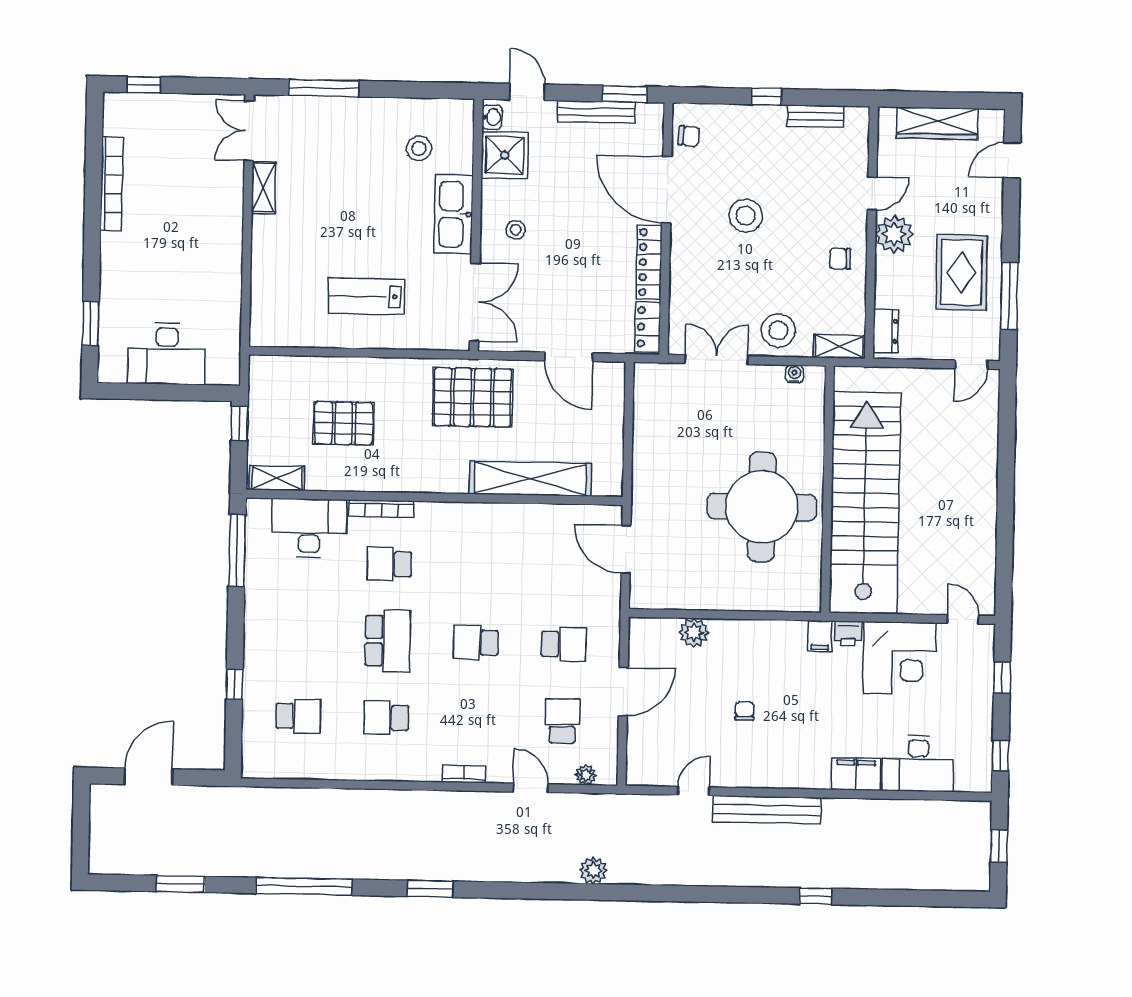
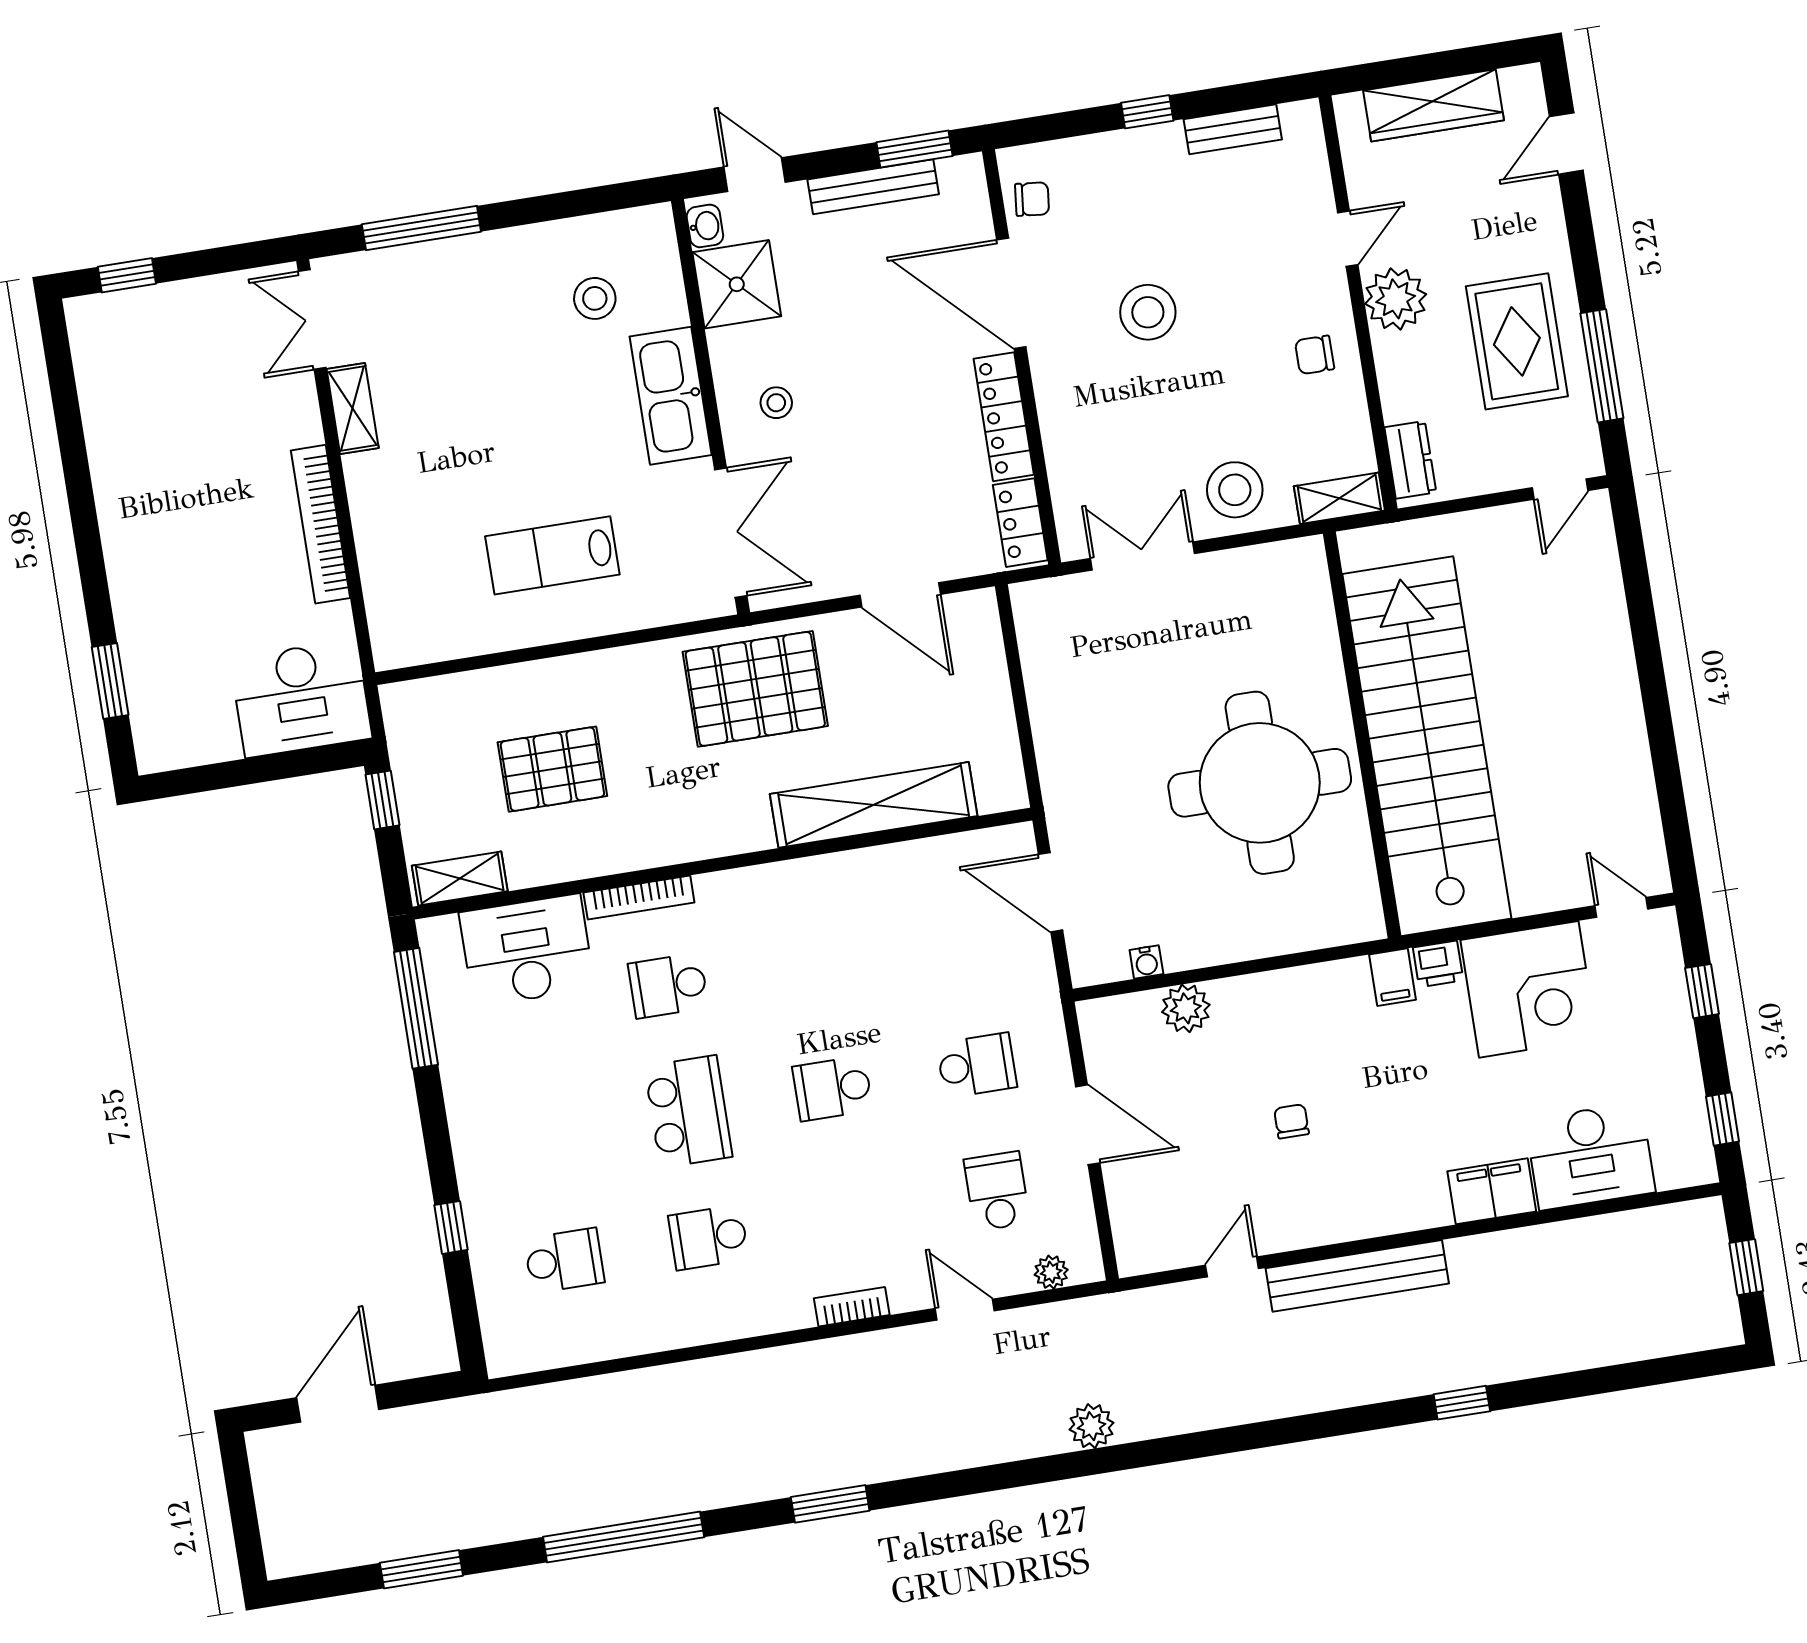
bookcase: (112, 184) -> (320, 524), moved, turned 180
desk: (167, 354) -> (301, 698), moved
water cooler: (795, 374) -> (1146, 962), moved, turned 180
door: (623, 691) -> (1088, 1125), hinge flipped

